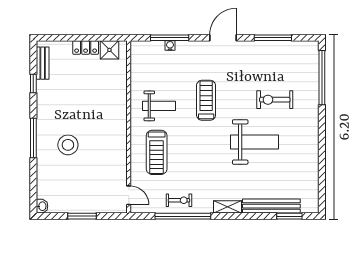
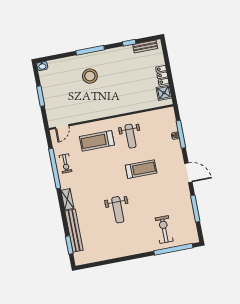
exercise bike: (275, 100) -> (164, 229), moved
weight bench: (255, 142) -> (118, 210), width x0.73, depth x0.75

